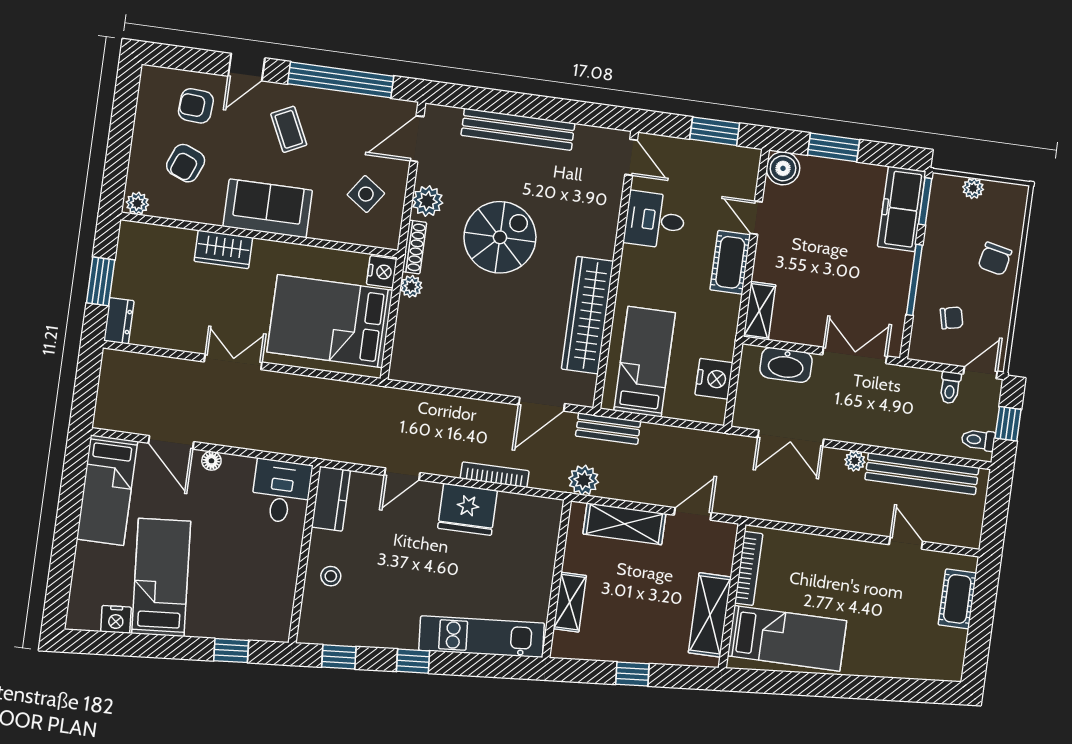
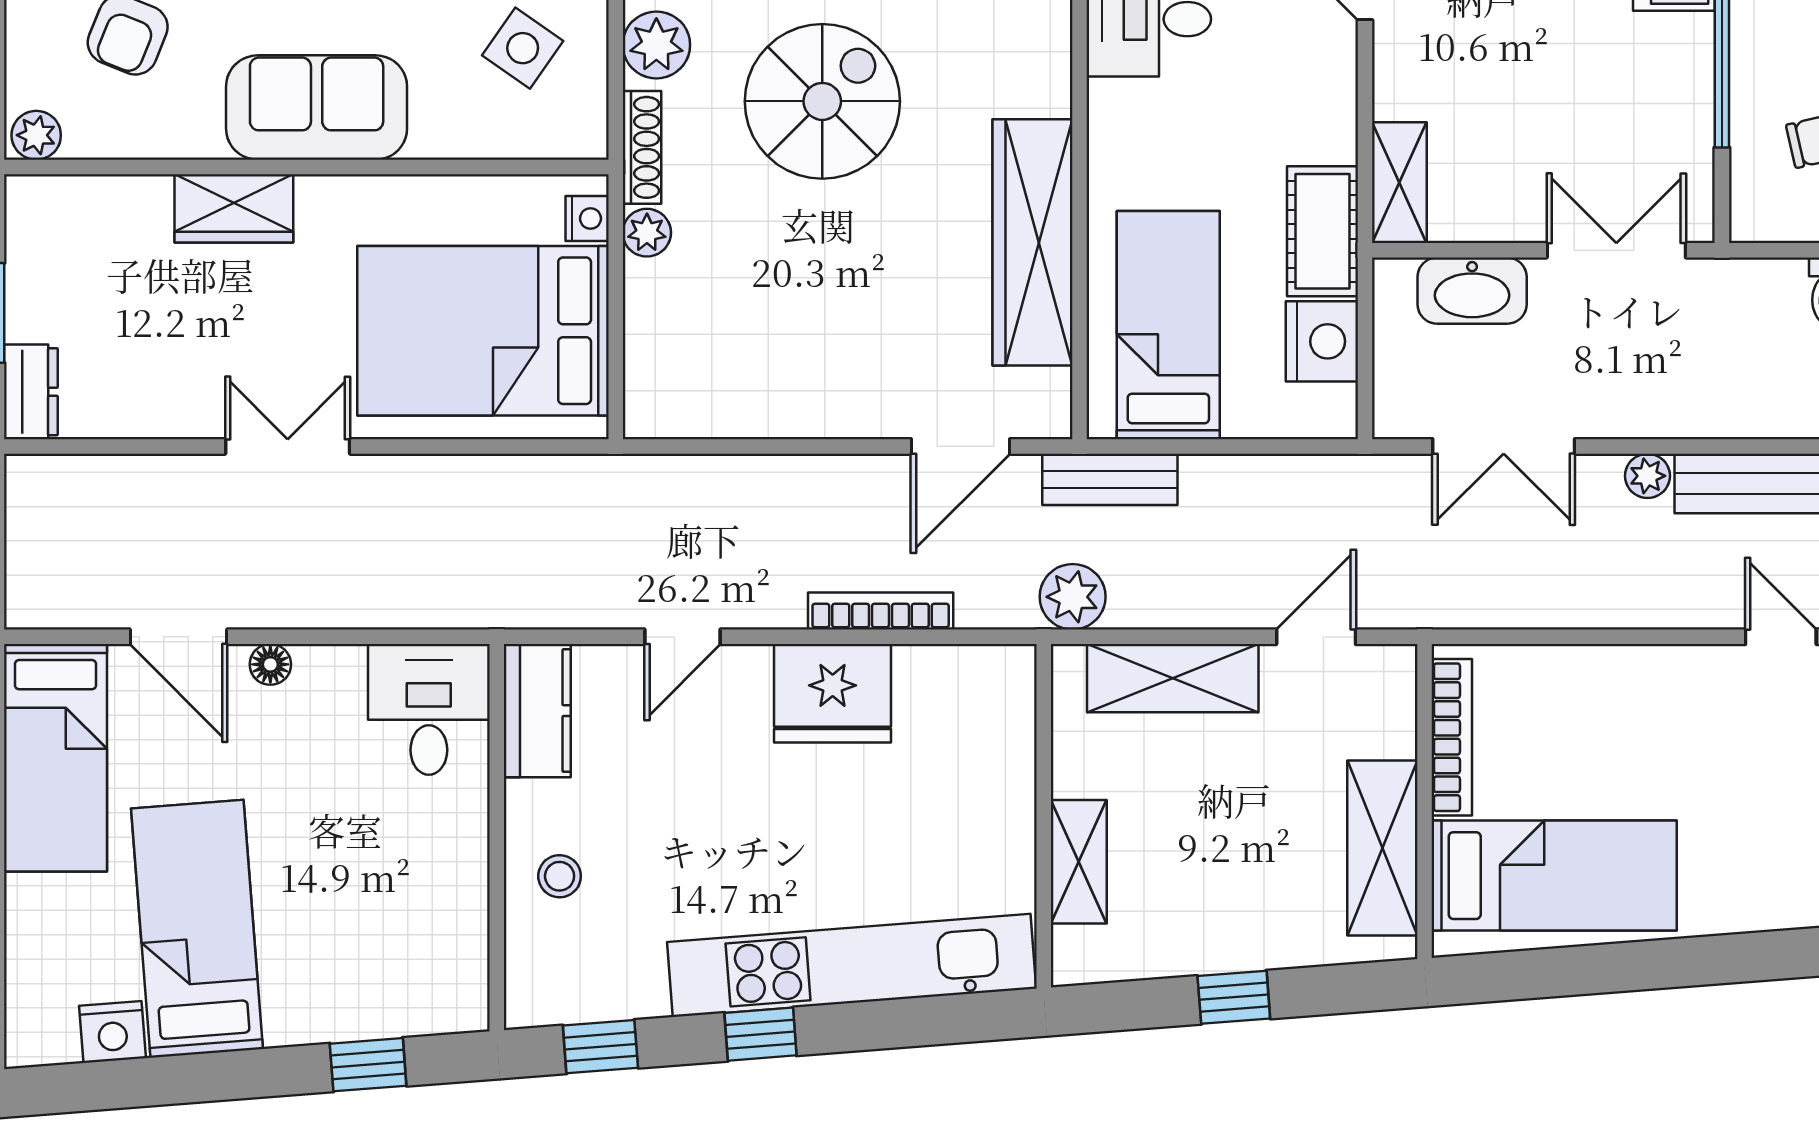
cot: (730, 262) -> (1322, 231), moved
nightstand: (382, 272) -> (587, 219), width x0.72, depth x0.74
kitchen unit: (482, 637) -> (852, 965), width x1.36

